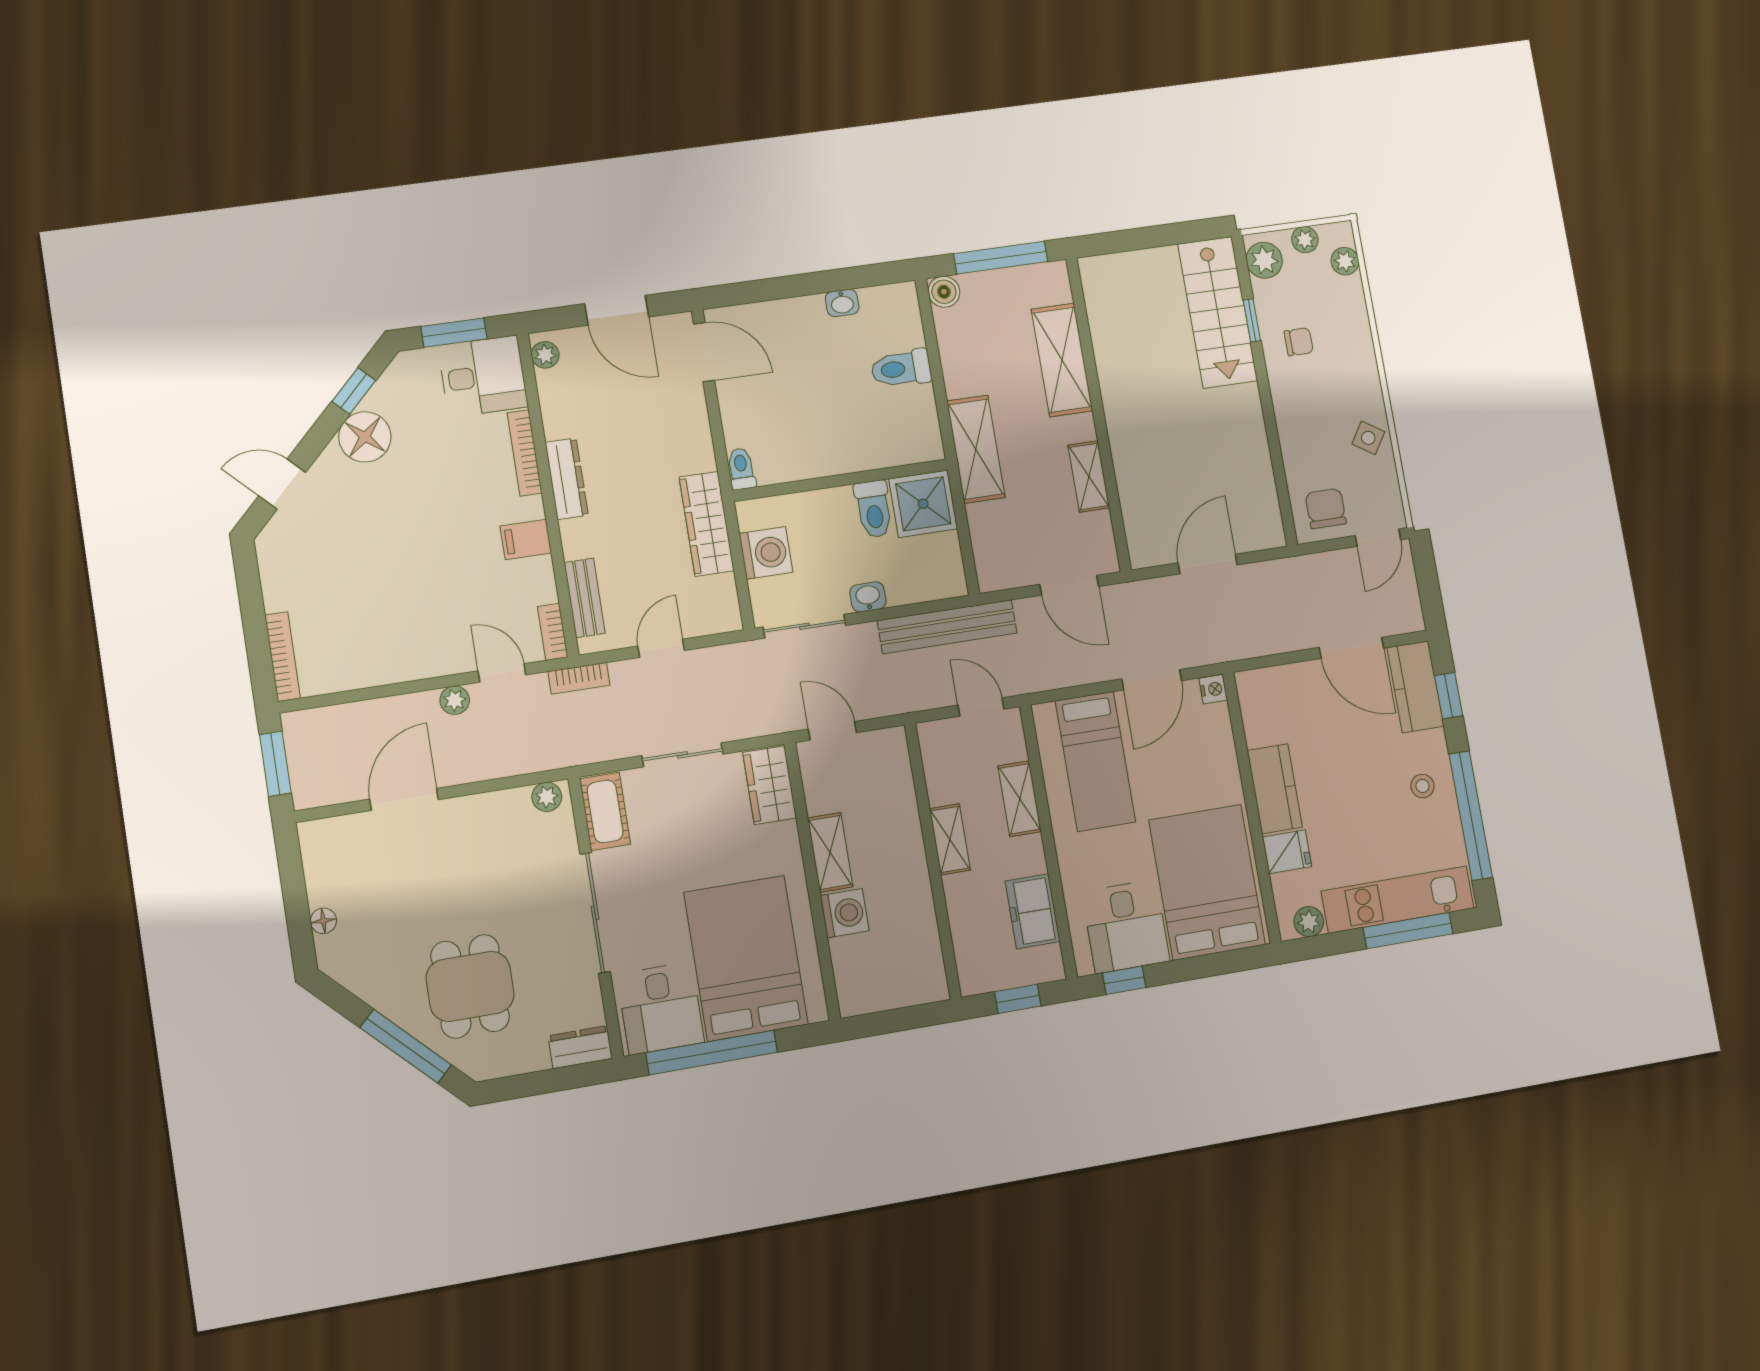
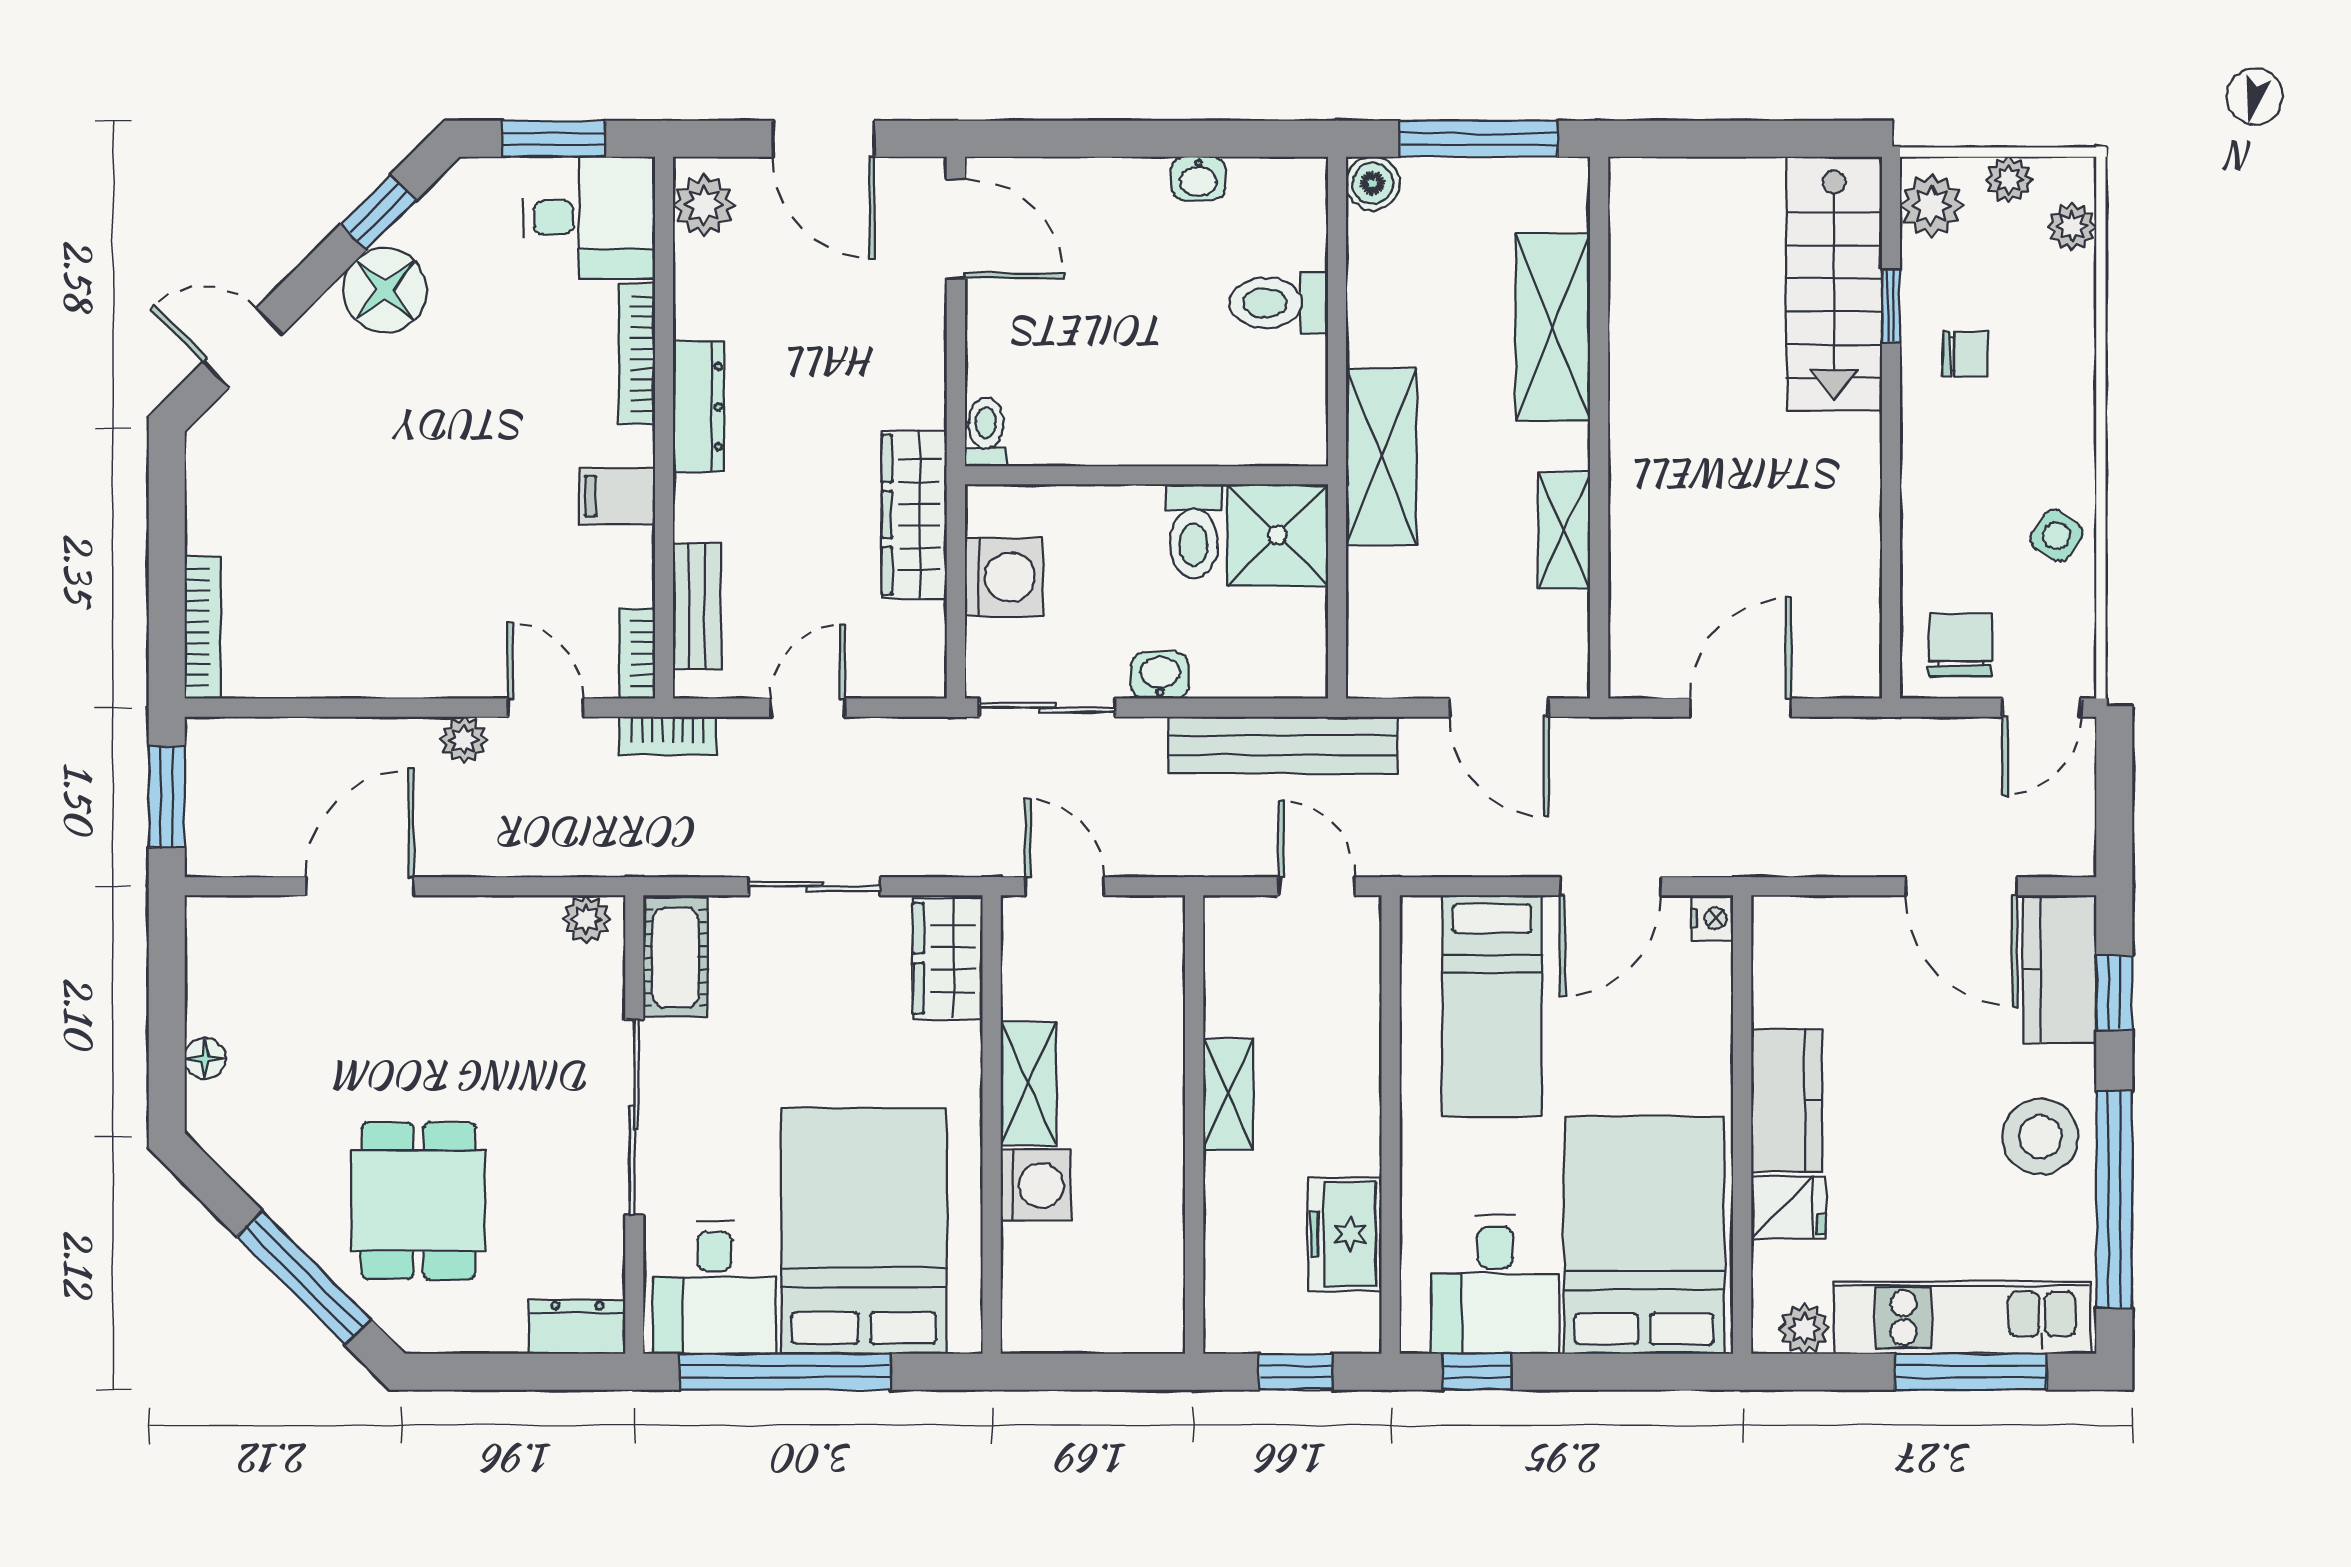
plant: (545, 355) -> (704, 205), width x1.38, depth x1.38
stool: (1422, 786) -> (2040, 1137), width x1.89, depth x1.89
shelving: (1020, 799) -> (1355, 1047), removed

